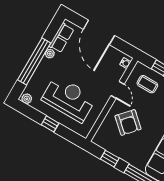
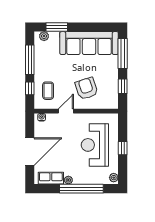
armchair: (128, 122) -> (86, 88), turned -60

